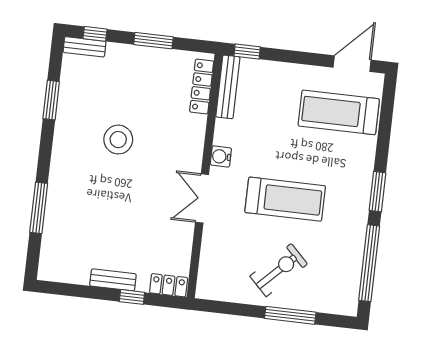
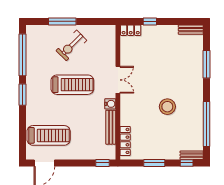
bench: (228, 87) -> (111, 127), moved
window: (51, 100) -> (206, 124), width x2.11
treadmill: (285, 199) -> (72, 85), turned 180
bench: (113, 280) -> (191, 30), moved

